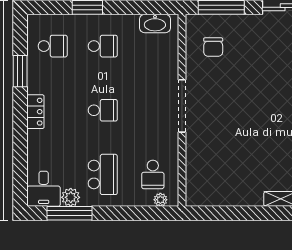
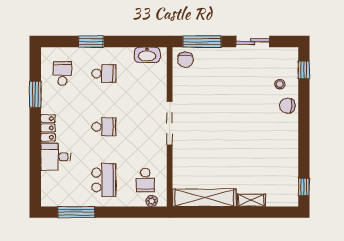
school desk: (53, 46) -> (62, 74), turned -90
chair: (213, 47) -> (185, 60), moved
desk: (44, 189) -> (56, 157), moved, turned 90
shelving: (224, 196) -> (204, 198), added
plant: (71, 197) -> (77, 199), removed

